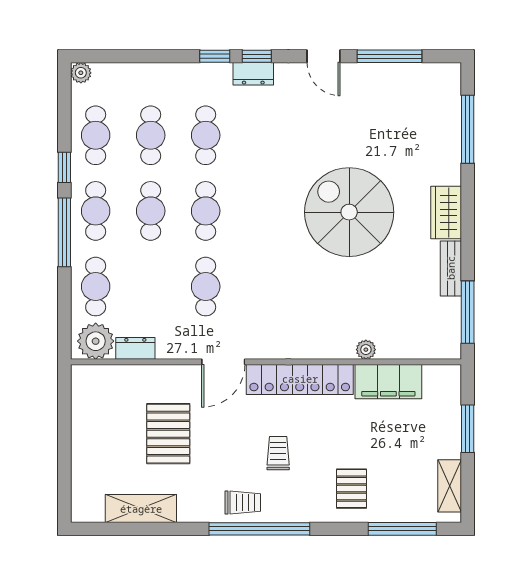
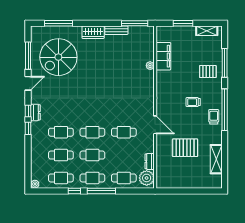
spiral stairs: (349, 212) -> (58, 57), moved
locker: (300, 379) -> (162, 93), removed
window: (402, 529) -> (225, 63), moved

